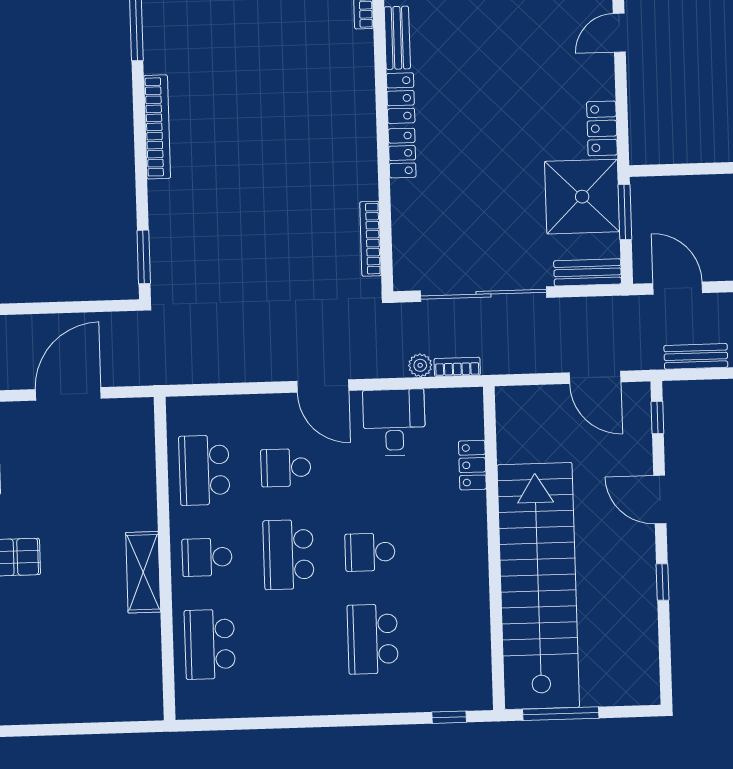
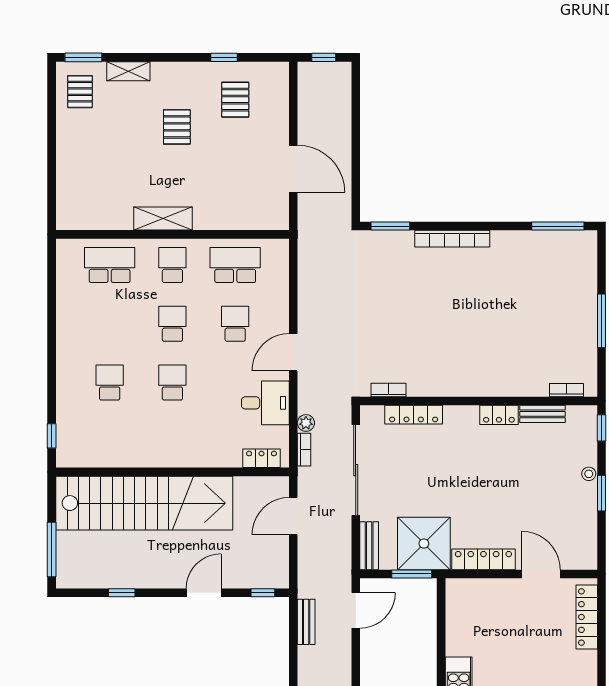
door: (619, 33) -> (541, 574), width x1.38
bookcase: (157, 127) -> (452, 239), moved
locker: (602, 128) -> (483, 559), width x1.53
locker: (402, 153) -> (414, 415), moved, width x1.53
bookcase: (370, 239) -> (389, 390), width x0.64
door: (595, 377) -> (293, 516), moved
locker: (472, 465) -> (262, 458), moved
school desk: (289, 555) -> (172, 324), width x0.54
window: (663, 582) -> (122, 593), moved
school desk: (373, 639) -> (110, 383), width x0.54
window: (561, 714) -> (52, 550), moved

